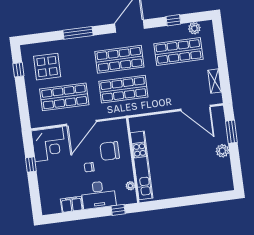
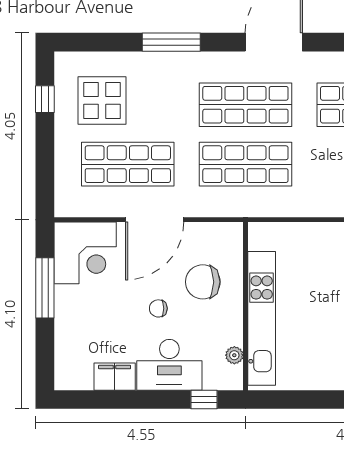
window: (31, 164) -> (45, 288), width x2.17

